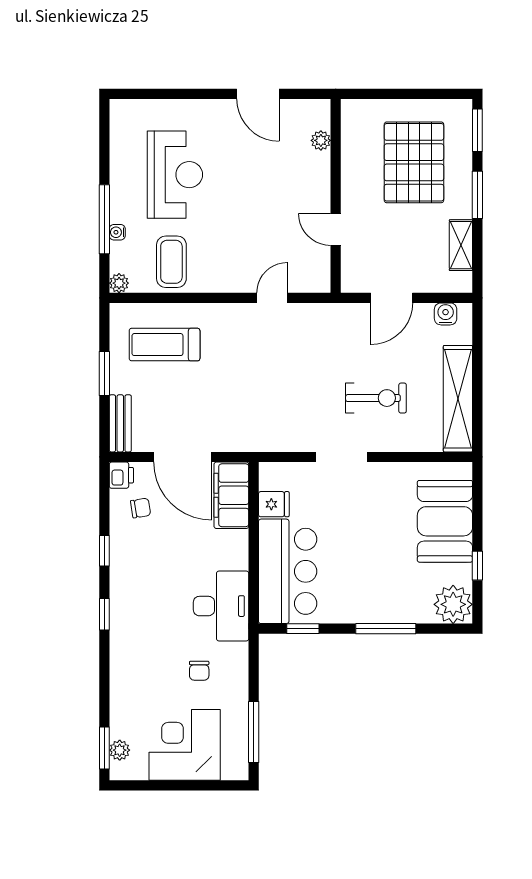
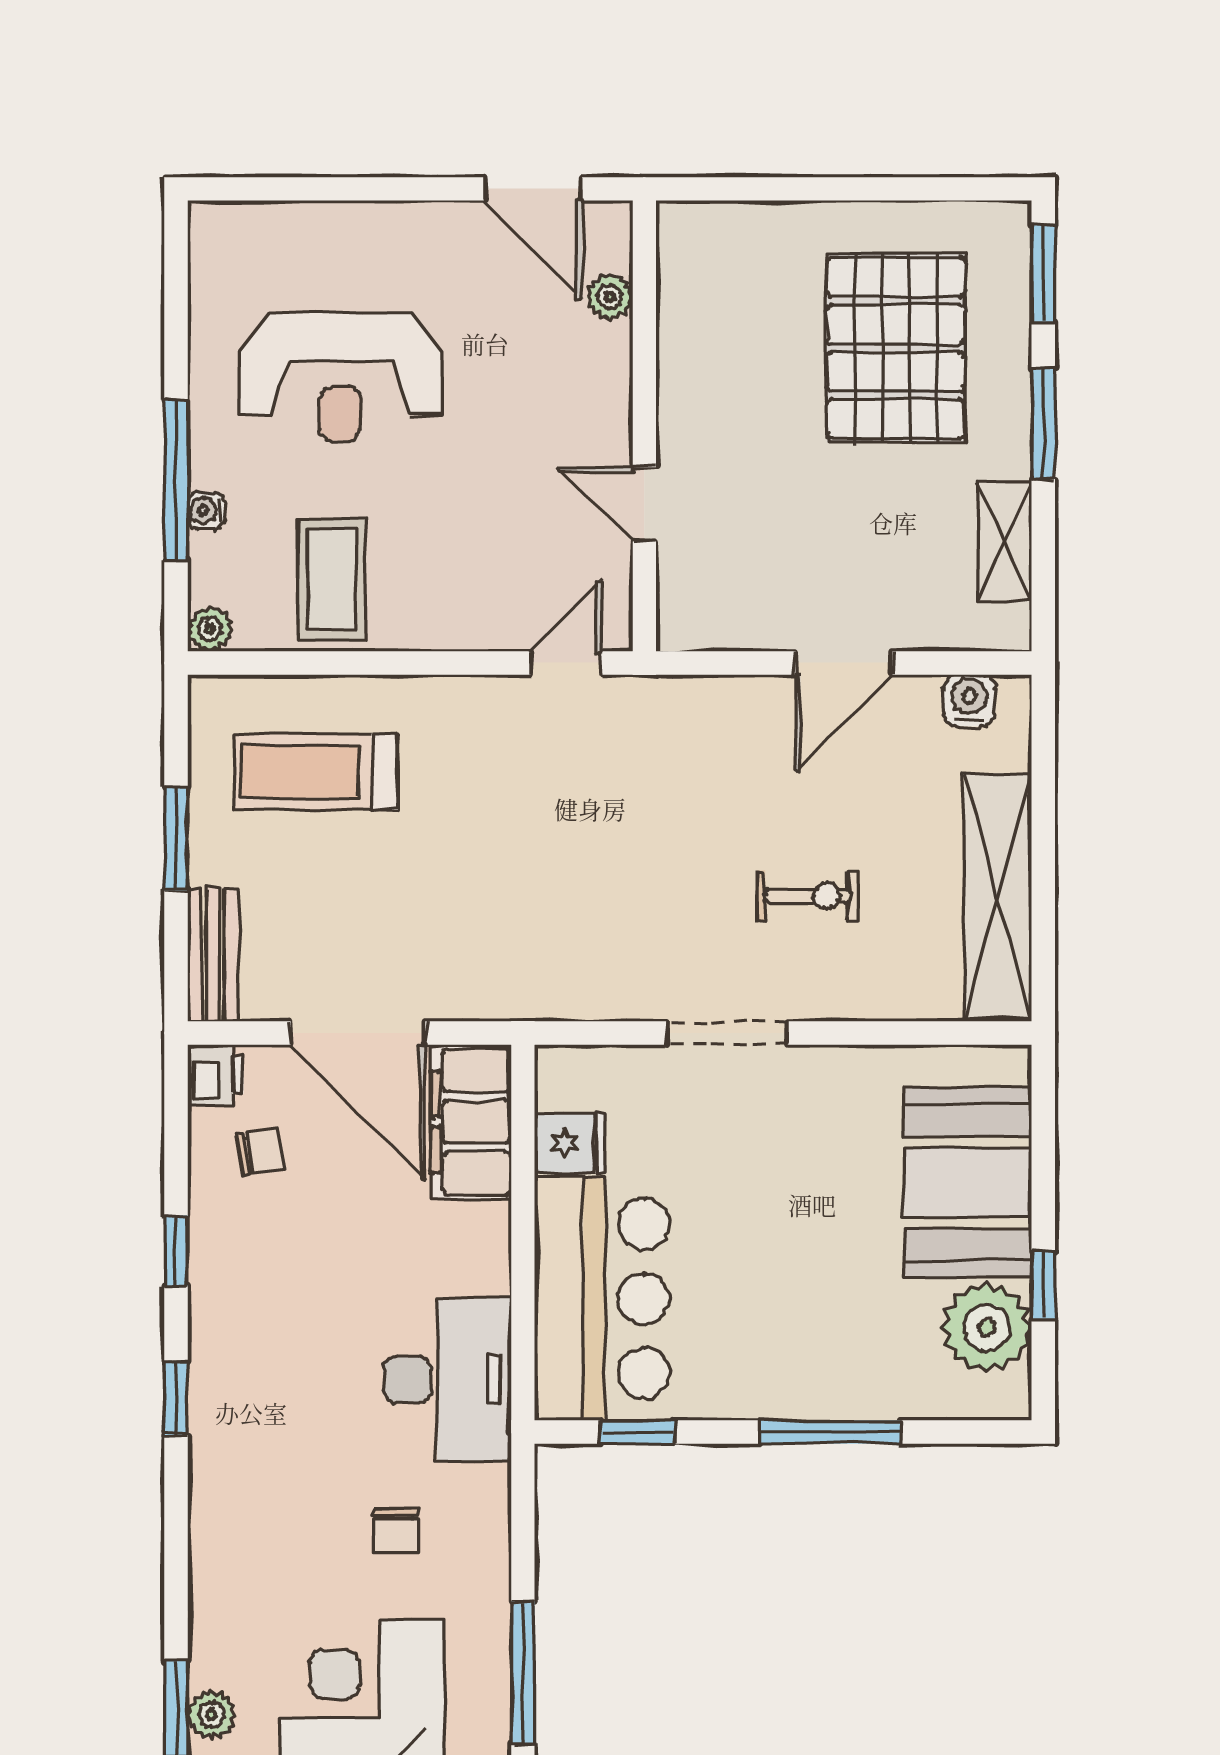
plant: (321, 140) -> (610, 297), moved
reception desk: (175, 175) -> (340, 377), turned 90
wall: (336, 196) -> (644, 426), moved
door: (336, 230) -> (644, 504), moved
exercise bike: (376, 398) -> (807, 896), width x0.73, depth x0.72
plant: (453, 604) -> (987, 1327), moved

